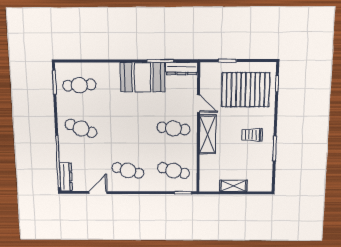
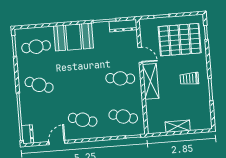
booth: (143, 77) -> (73, 37), moved
dresser: (66, 177) -> (28, 134), width x0.70

